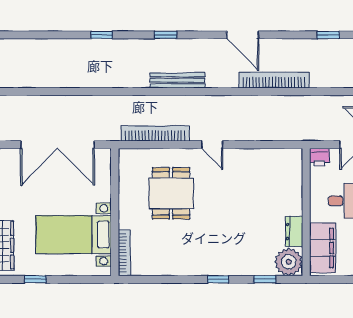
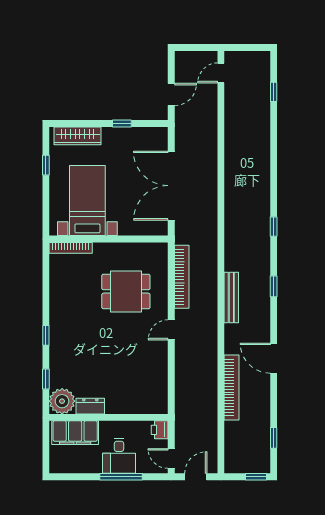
door: (243, 35) -> (274, 358), hinge flipped

